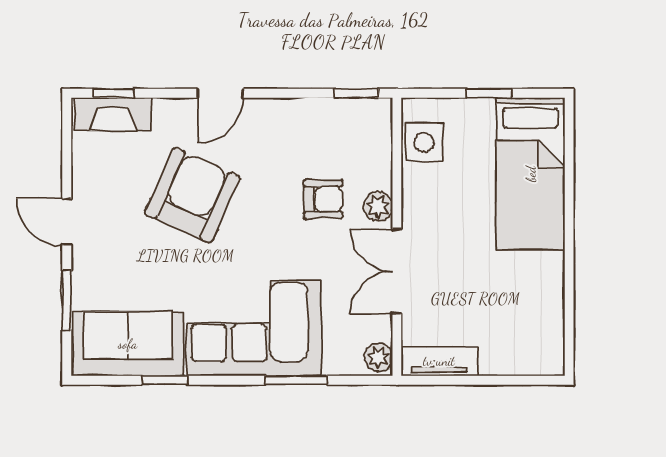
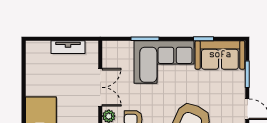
plant: (378, 357) -> (109, 49), removed
tv unit: (439, 361) -> (68, 47), moved

